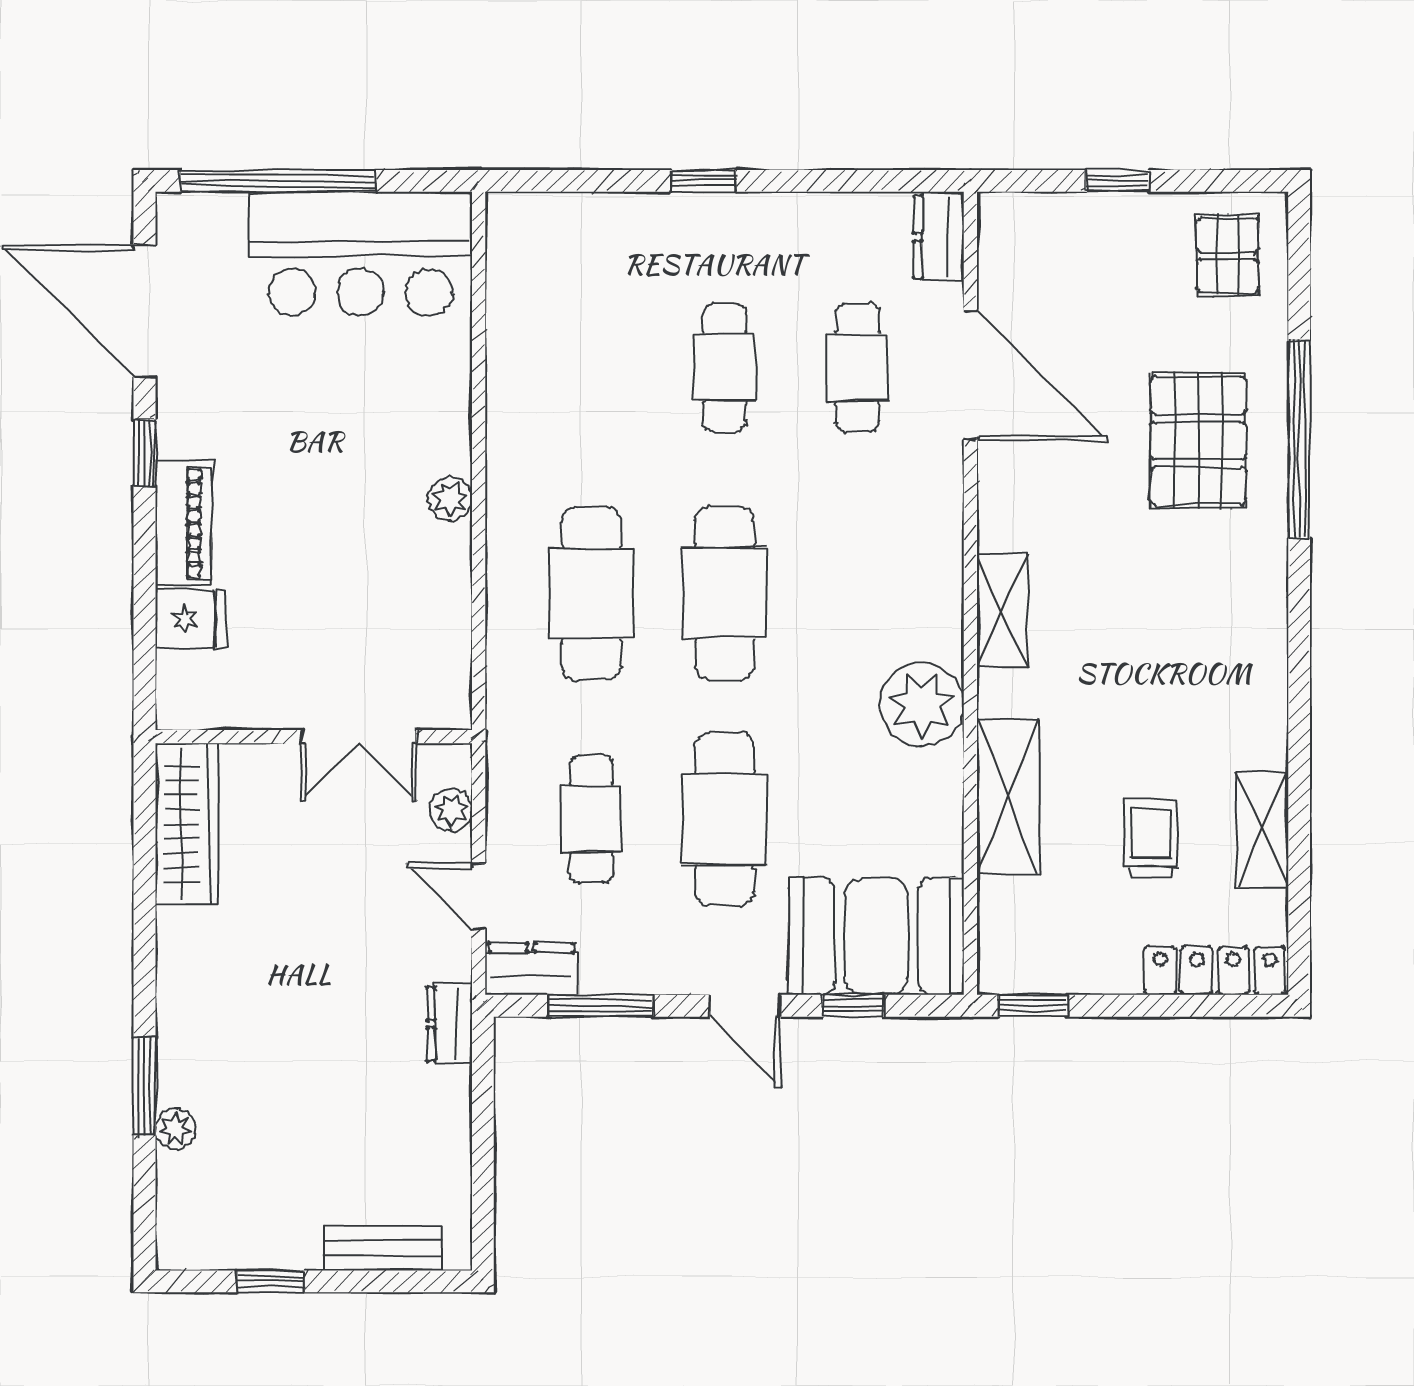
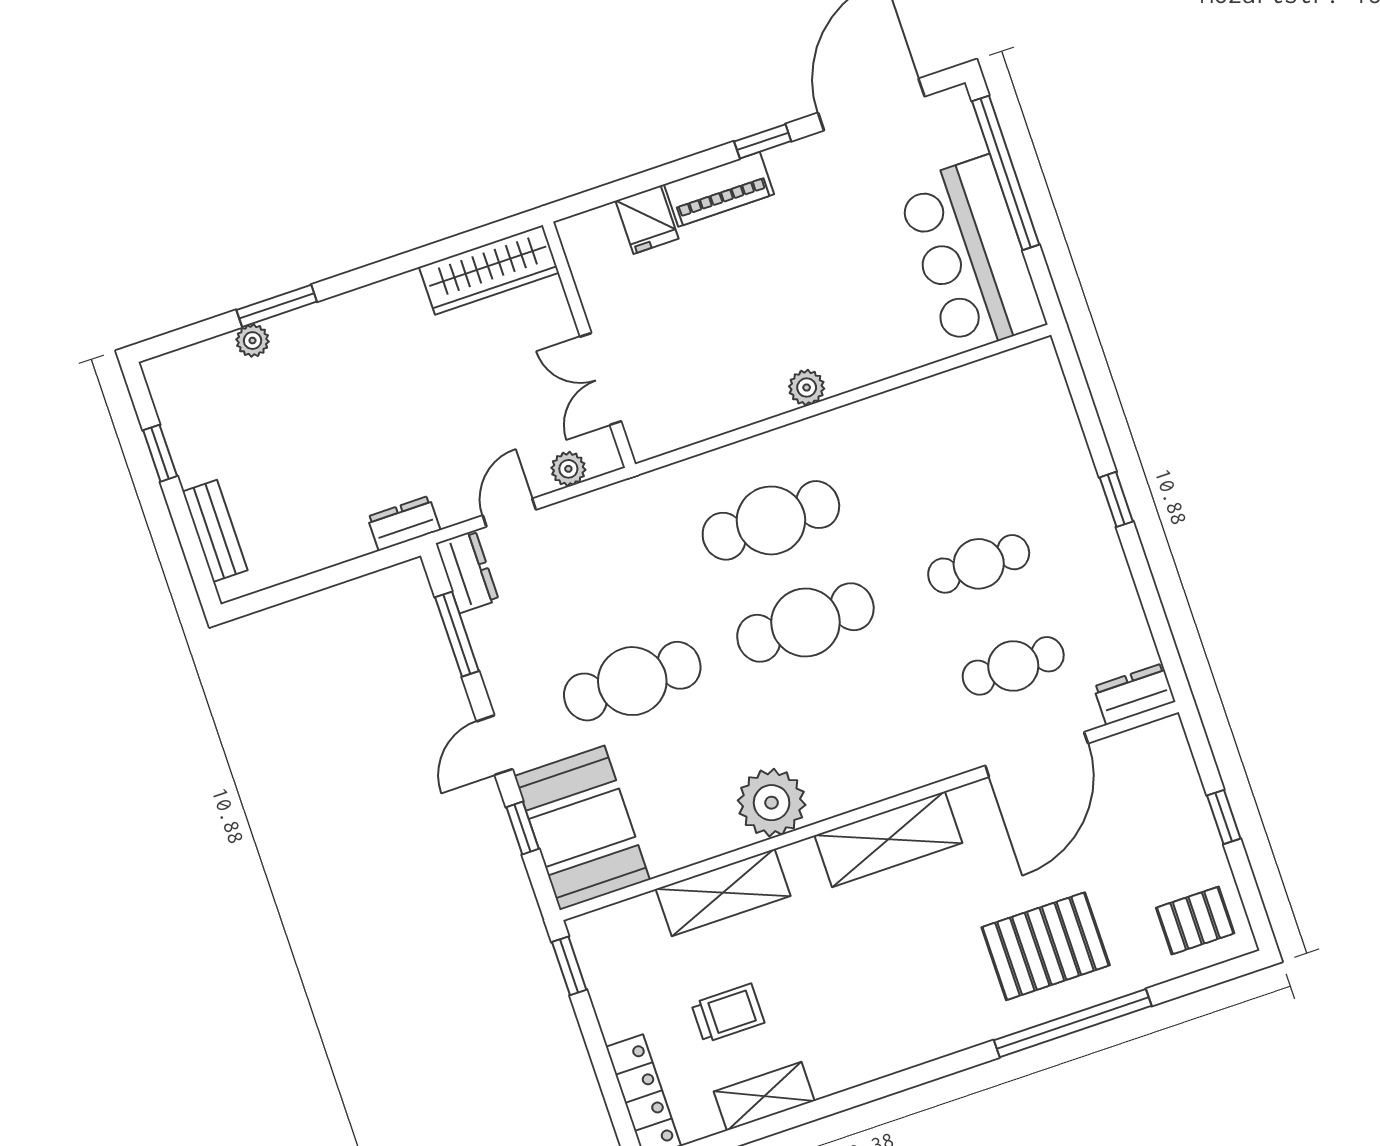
shelving: (1002, 610) -> (888, 839), width x1.50, depth x1.33
cafe table: (591, 819) -> (598, 579), removed

